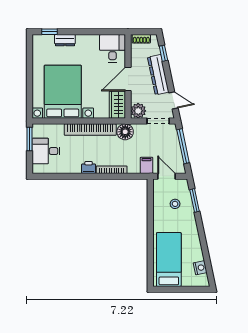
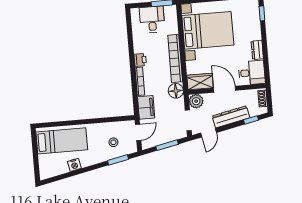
dresser: (65, 40) -> (257, 50), moved
window: (183, 146) -> (167, 145), width x0.69
filing cabinet: (147, 165) -> (146, 107), width x2.00
nightstand: (200, 268) -> (74, 165), moved

